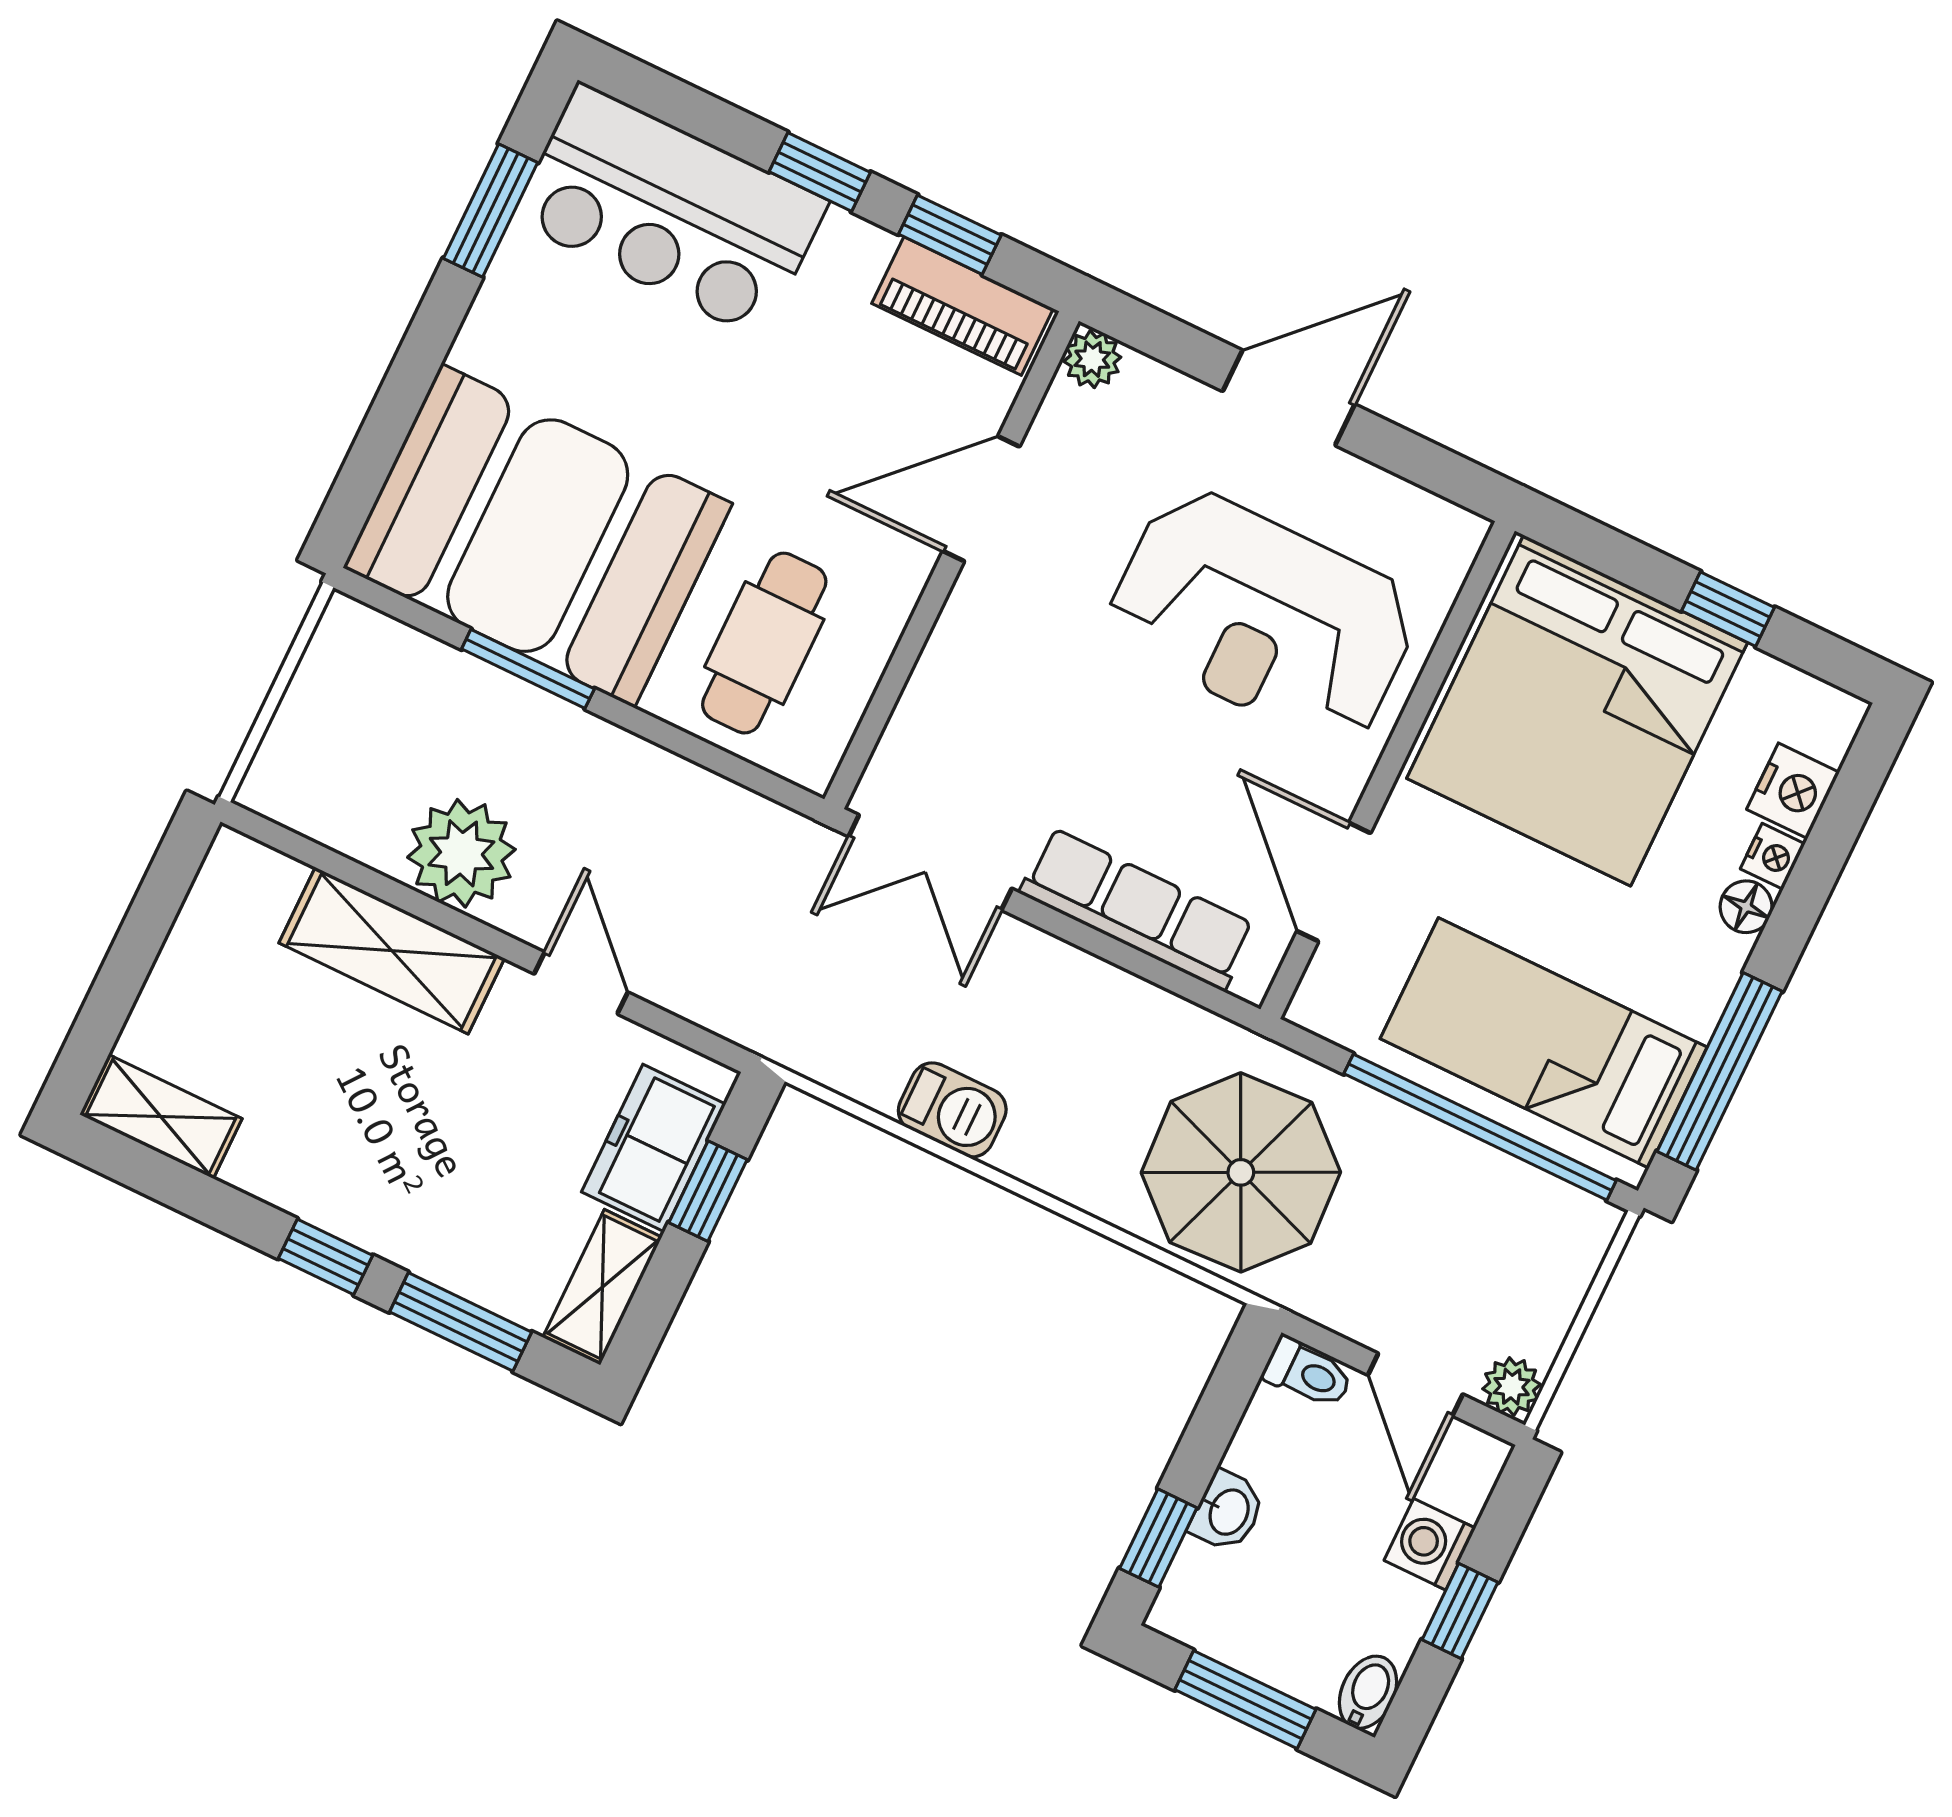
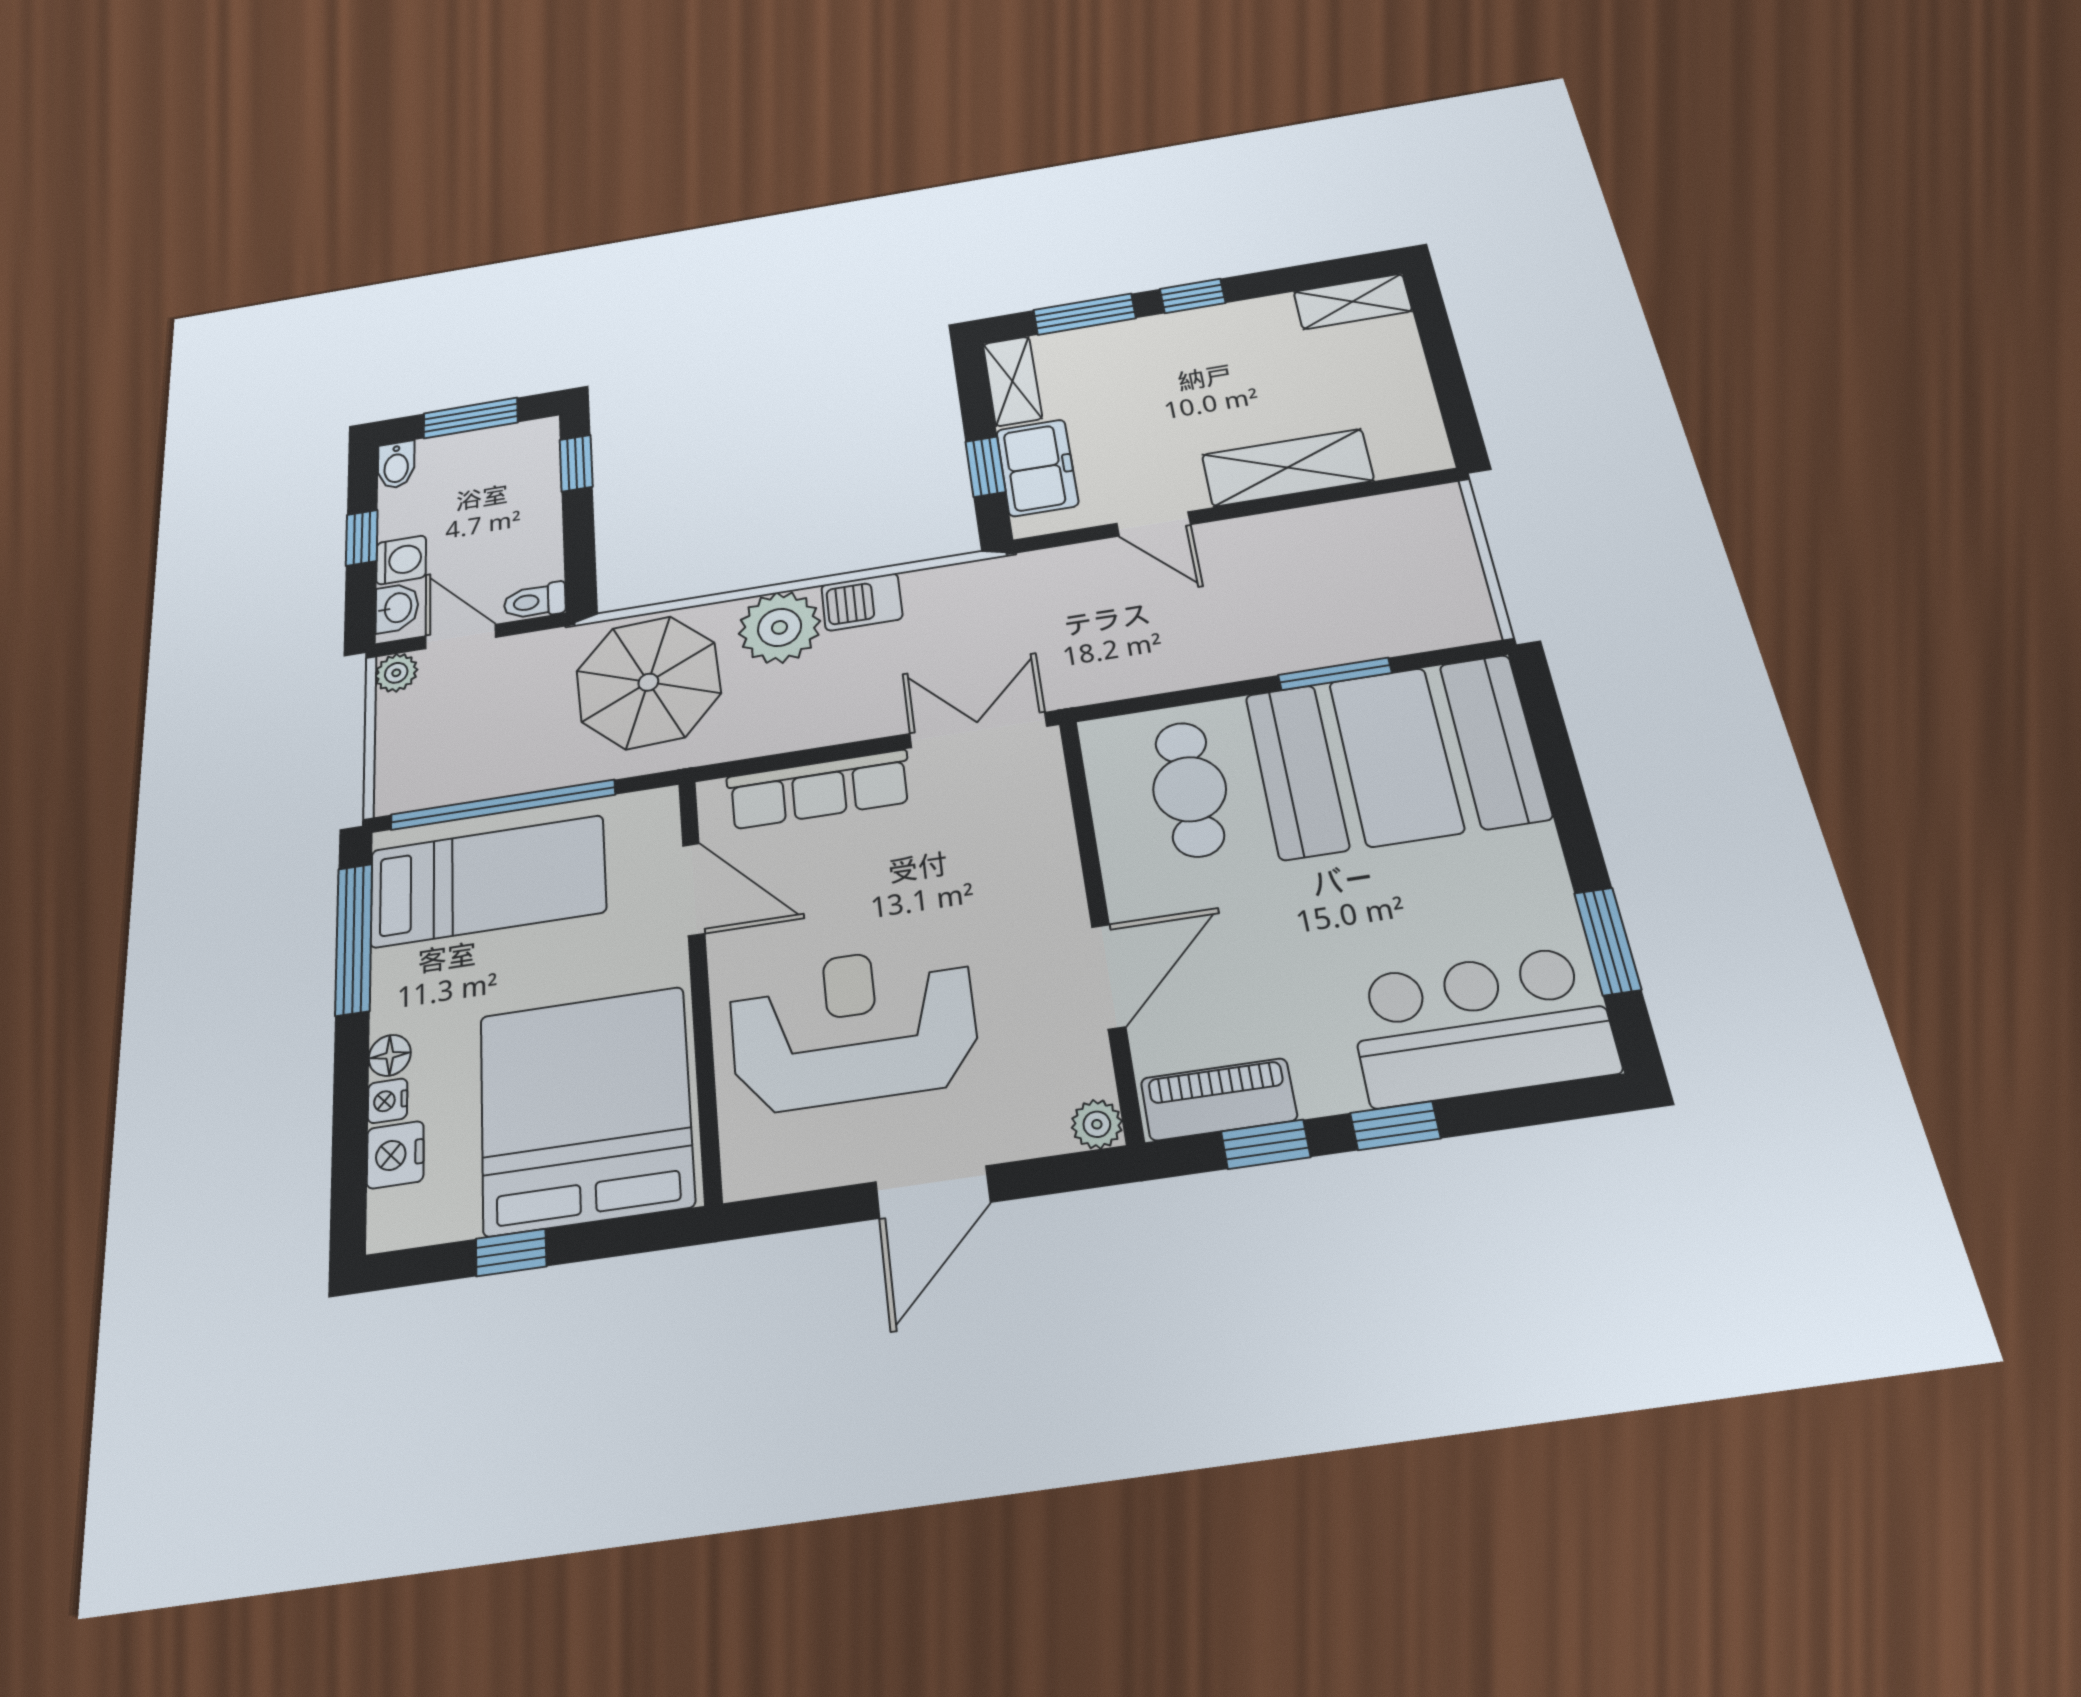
plant: (461, 853) -> (780, 627), moved
washbasin: (1227, 1511) -> (397, 608), moved, turned 180

